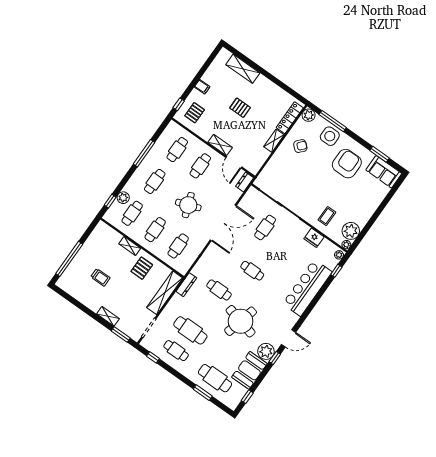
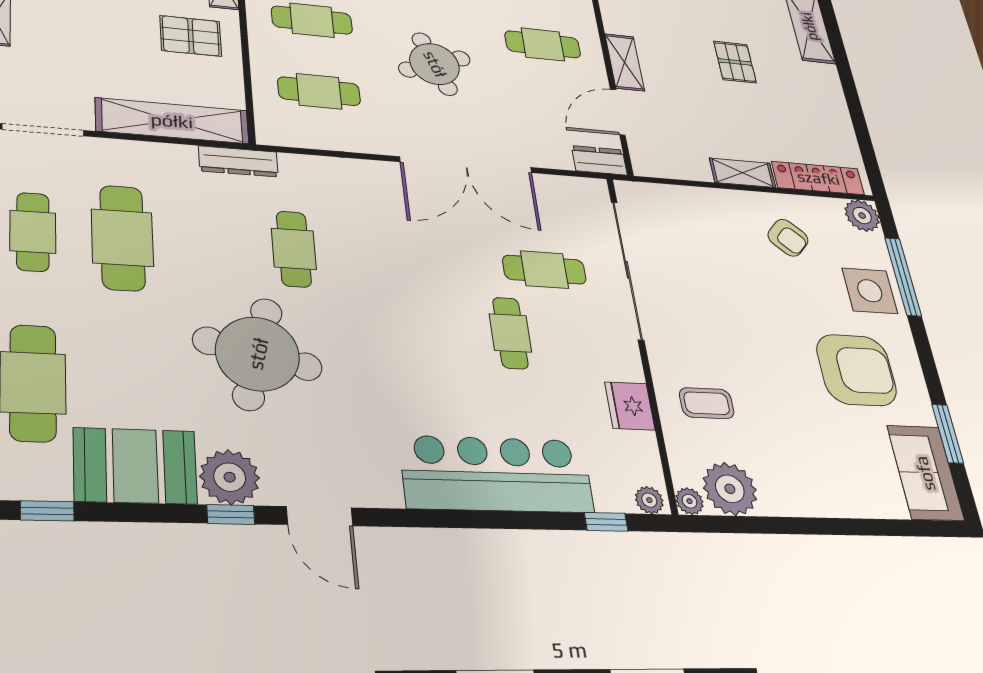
cafe table: (252, 271) -> (510, 333), moved

